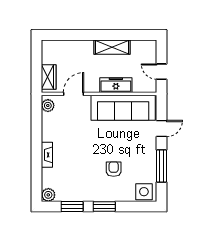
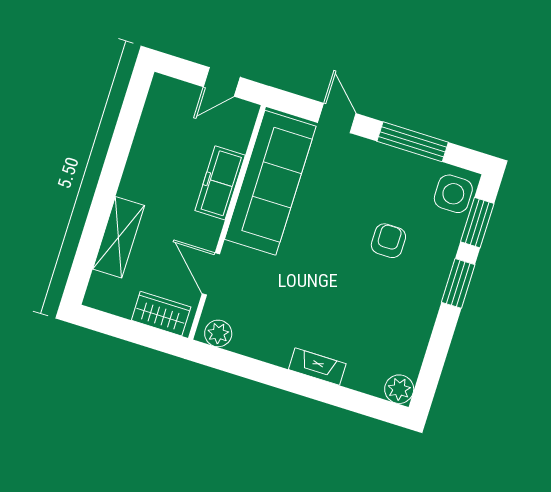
shelving: (112, 47) -> (119, 237), moved
armchair: (114, 169) -> (388, 241), turned 90
window: (72, 207) -> (477, 223), moved

